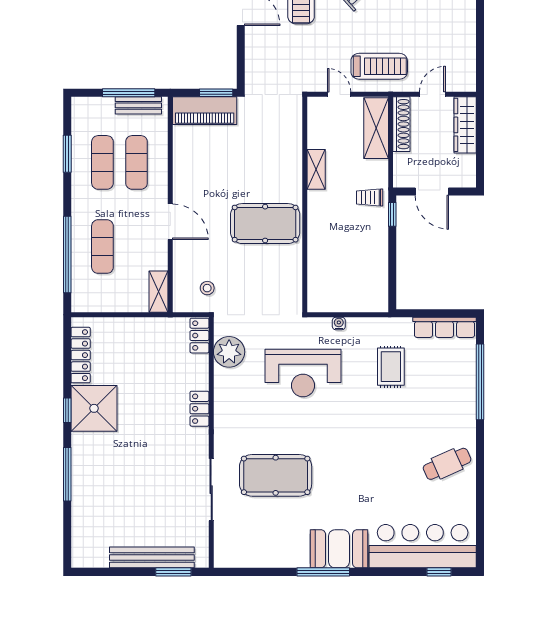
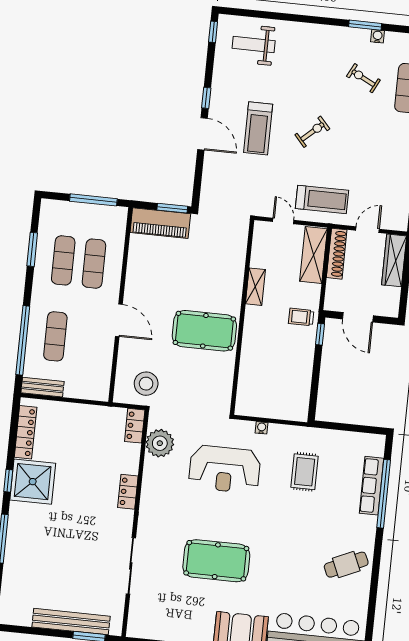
bench: (138, 105) -> (42, 387), moved
stool: (207, 288) -> (146, 384), width x1.89, depth x1.89
shelving: (159, 292) -> (102, 382), removed
row of seats: (445, 327) -> (371, 486), moved, turned 90
pool table: (276, 475) -> (216, 561), moved

